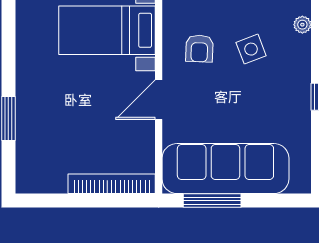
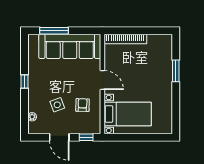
door: (159, 100) -> (102, 80), hinge flipped
window: (212, 201) -> (54, 31), moved

